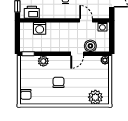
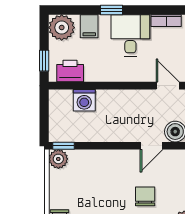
plant: (43, 61) -> (58, 159), moved
chair: (59, 82) -> (145, 196), moved

